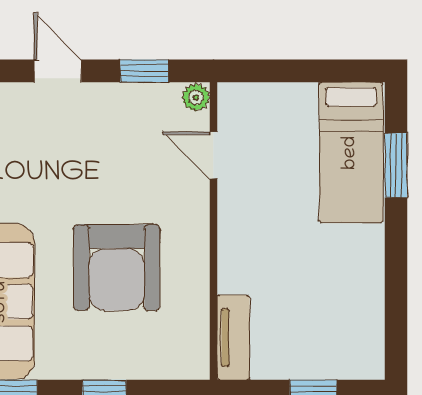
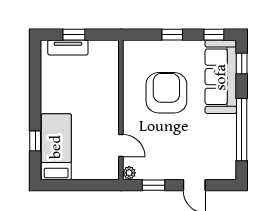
window: (396, 165) -> (35, 141), width x0.67
tv unit: (233, 338) -> (68, 47), moved, turned -90

